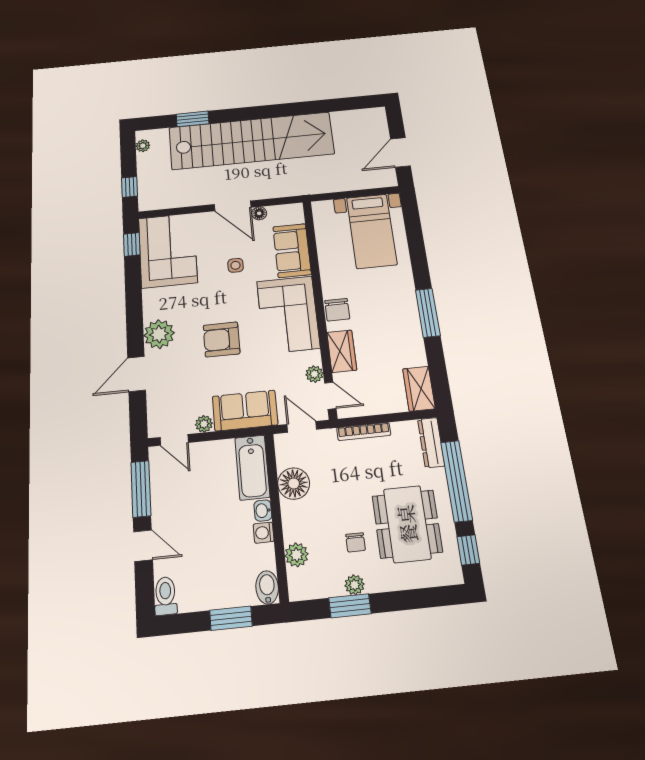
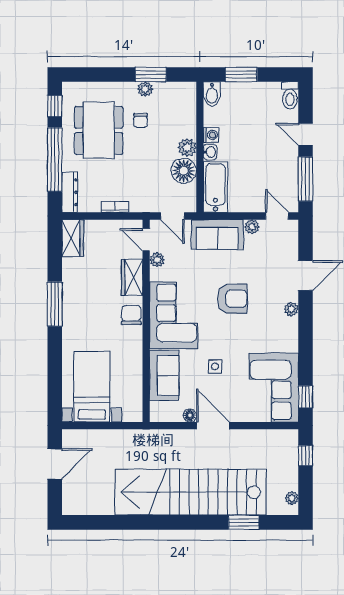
plant: (159, 334) -> (291, 309), width x0.53, depth x0.53
bookcase: (364, 432) -> (115, 207), width x0.64
chair: (356, 542) -> (141, 120), turned 180
plant: (297, 555) -> (187, 147), moved

